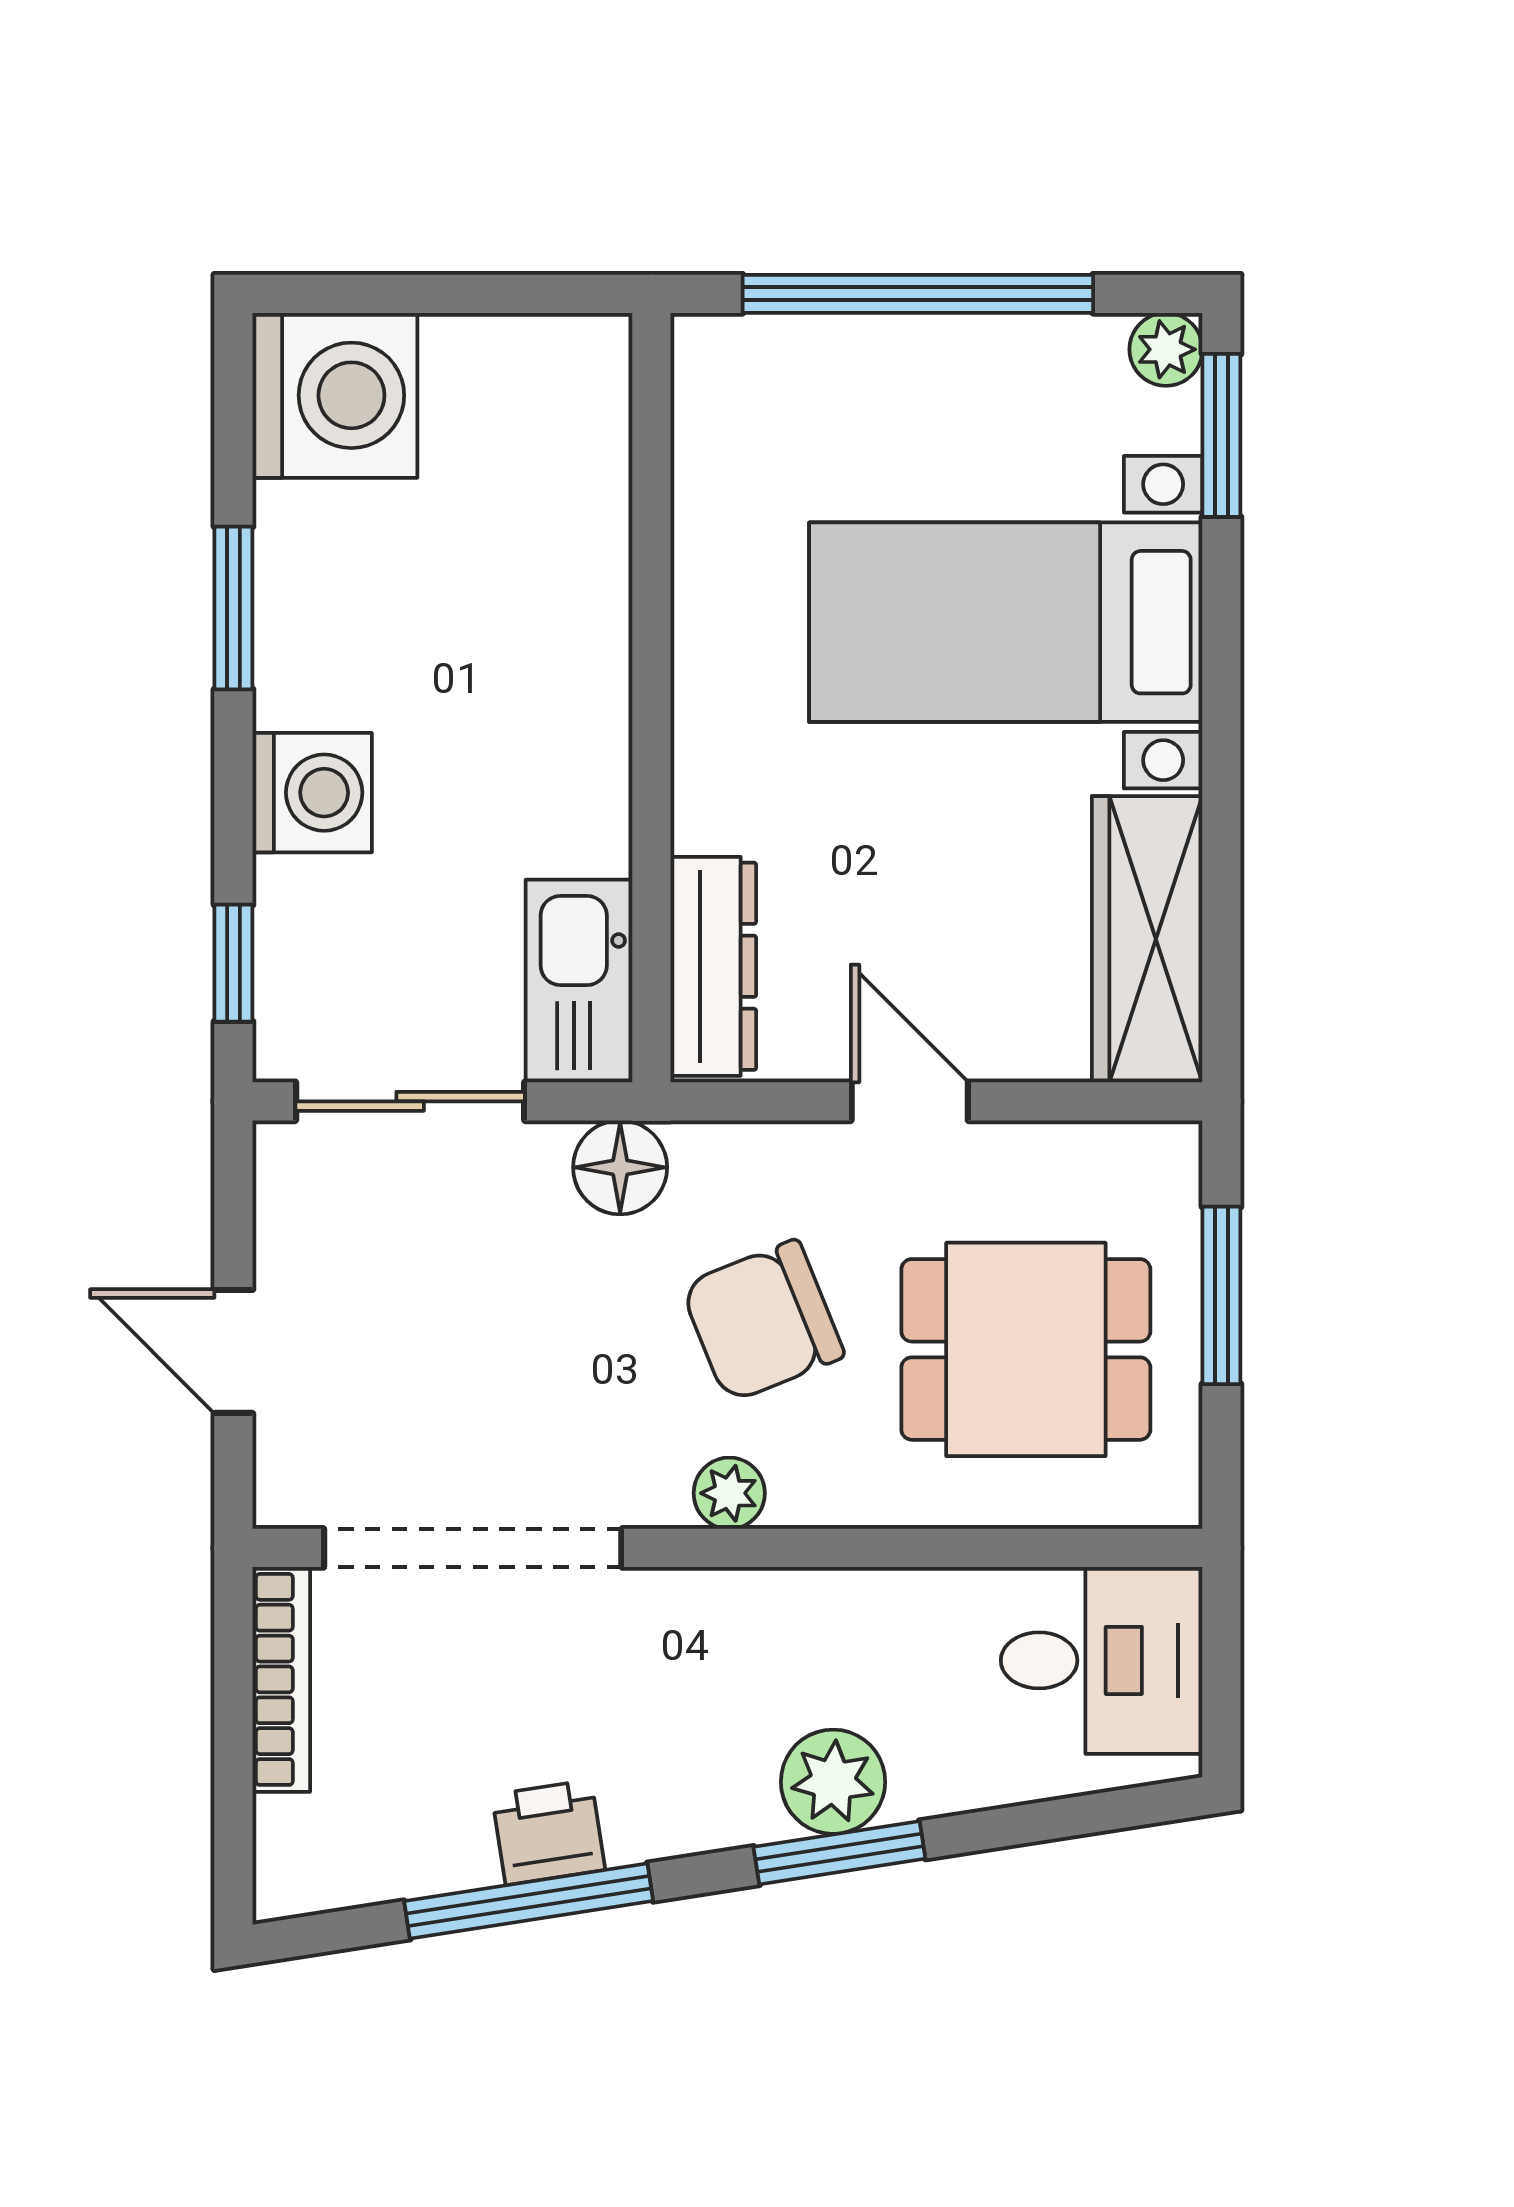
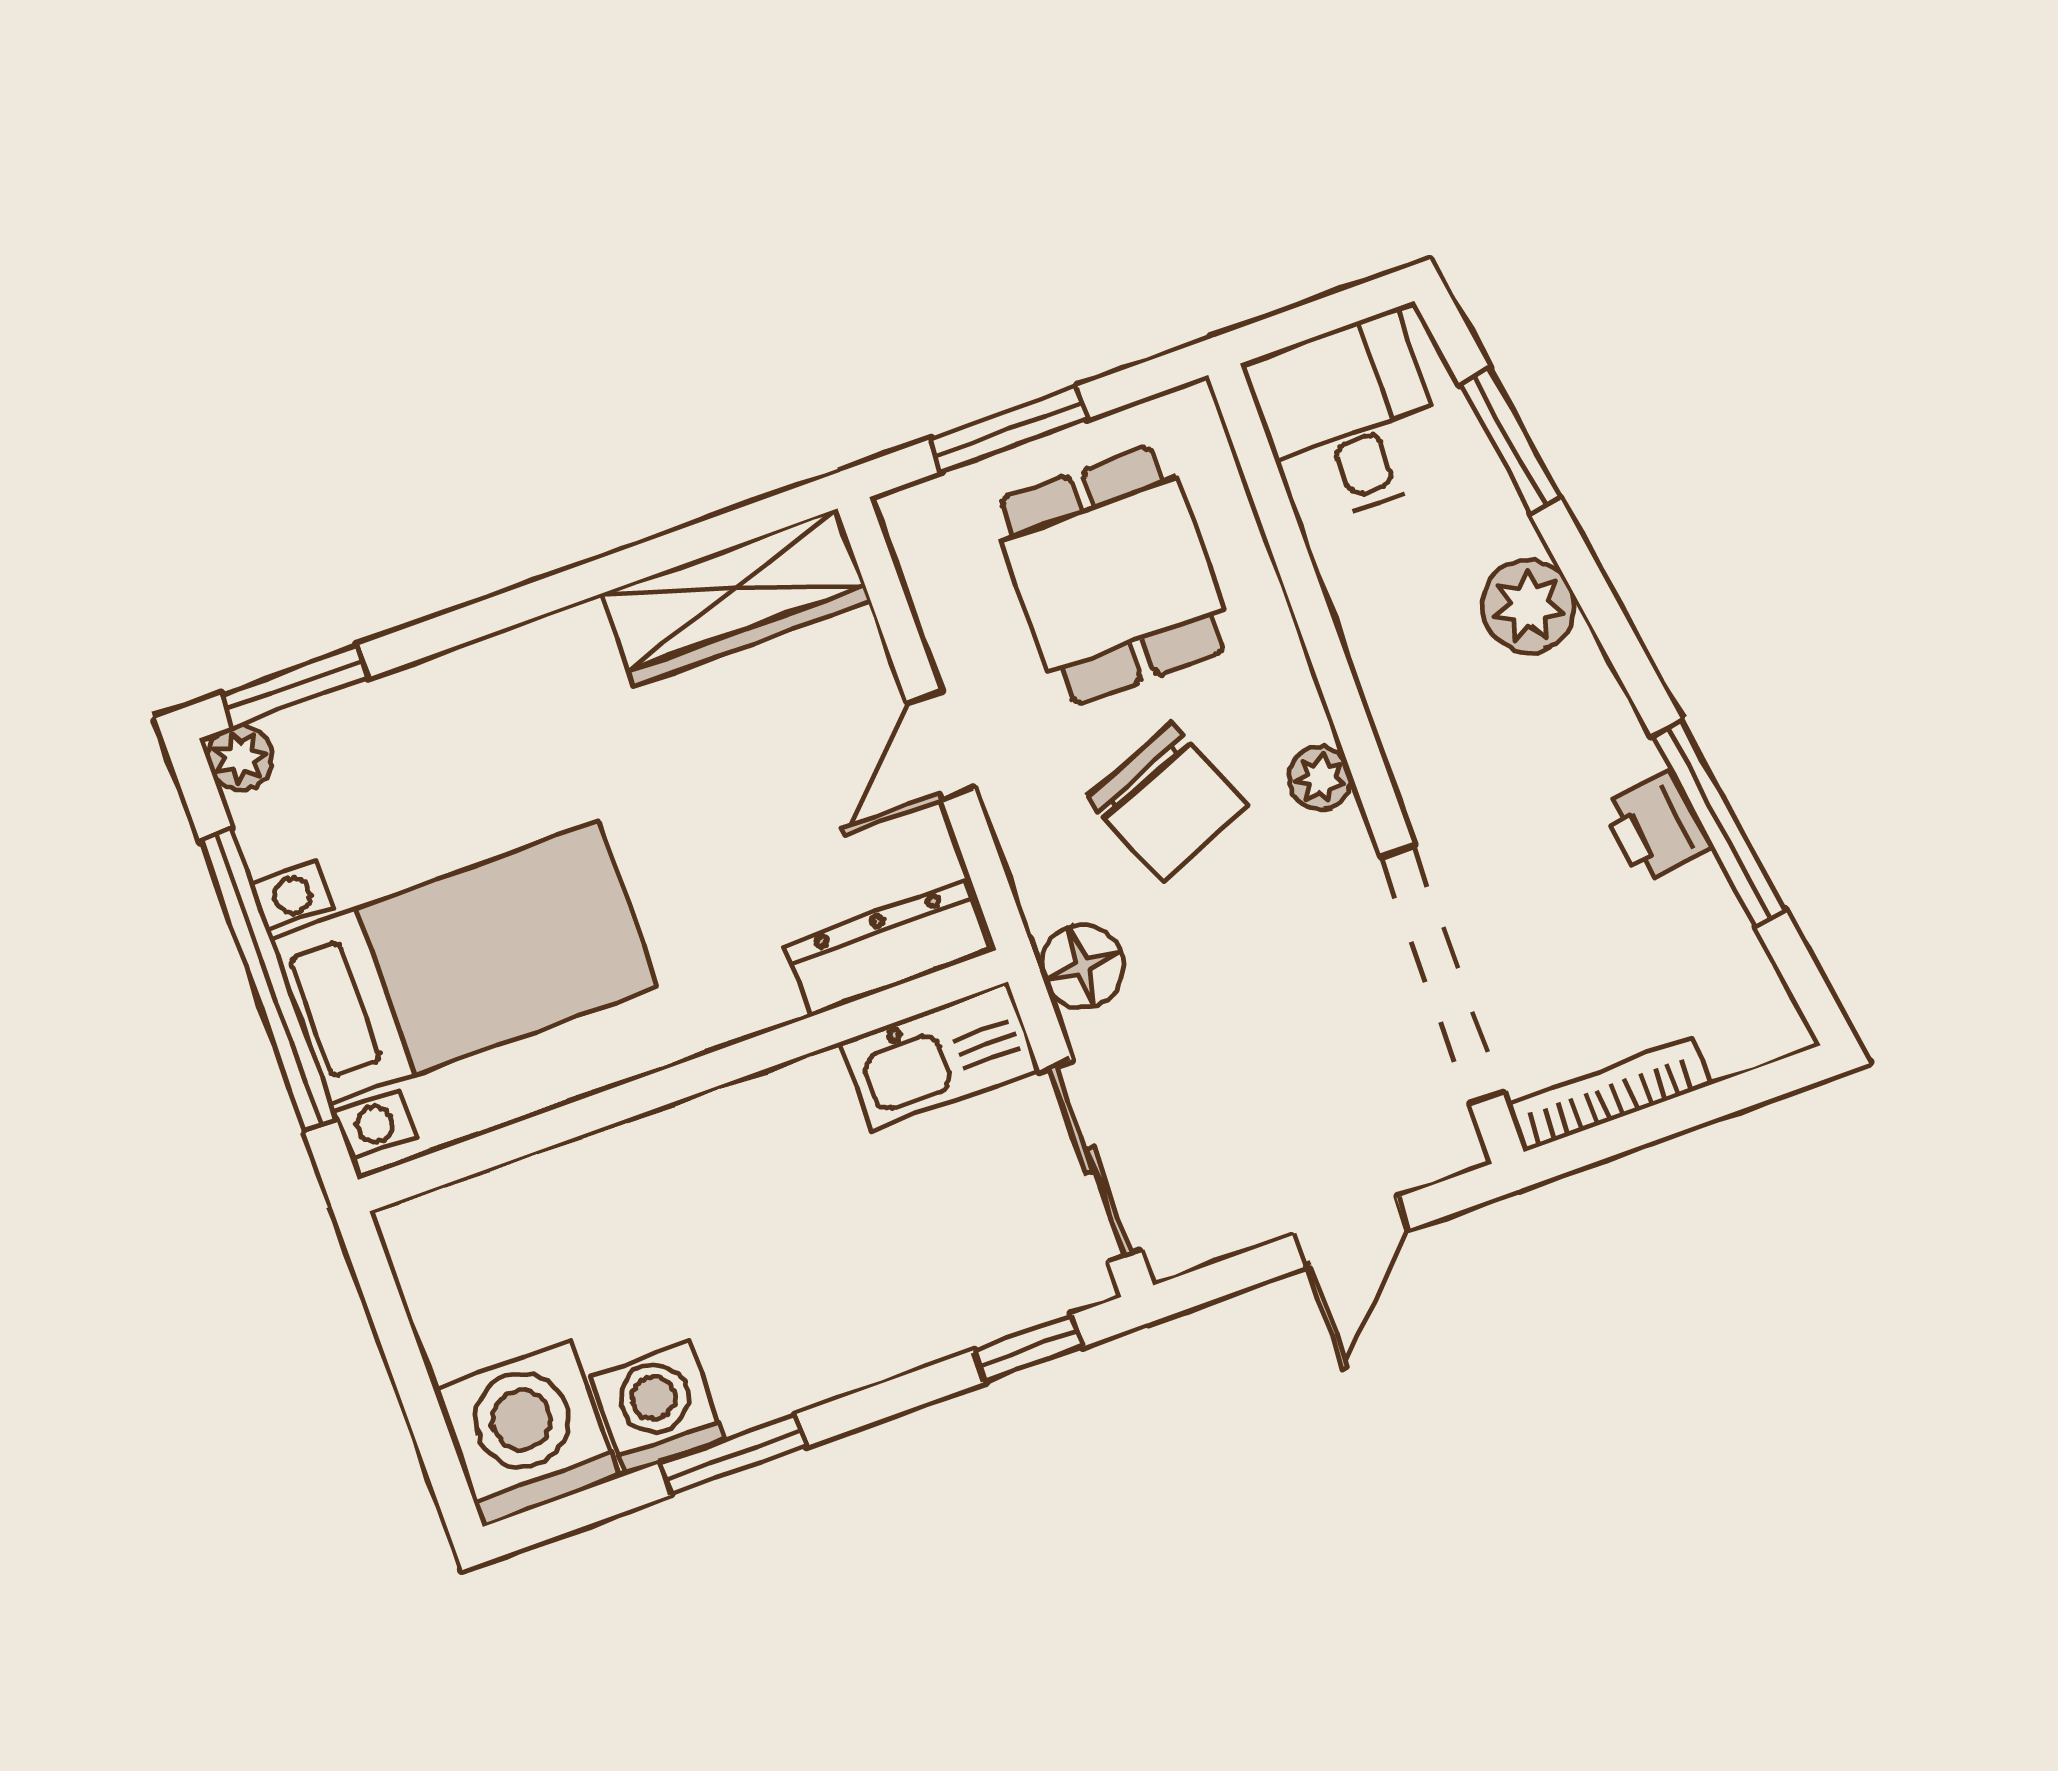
bed with nightstands: (1006, 622) -> (464, 963), moved, turned -90
washing machine: (312, 793) -> (658, 1408), moved
window: (839, 1853) -> (1510, 441), moved

